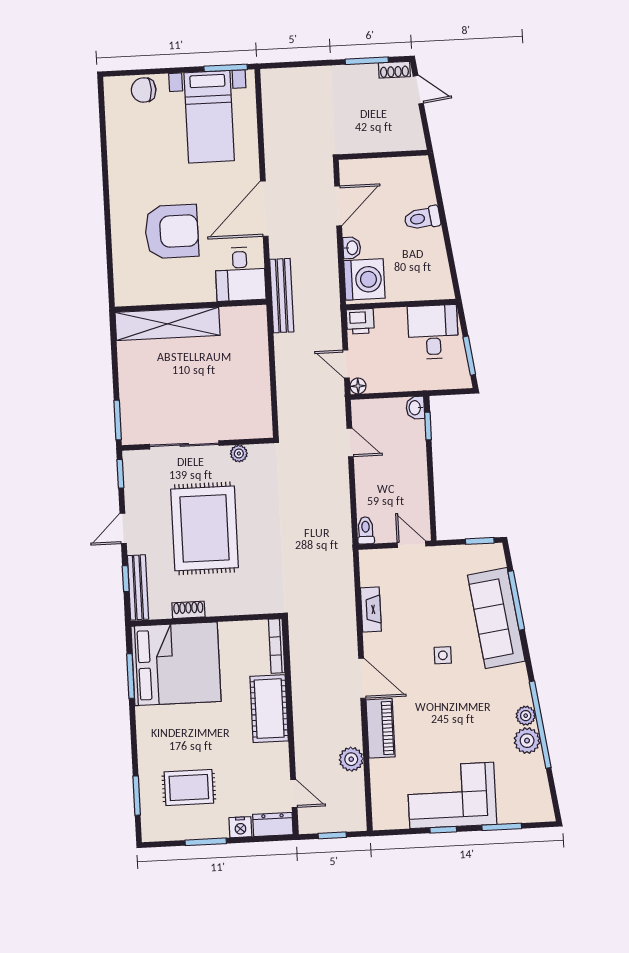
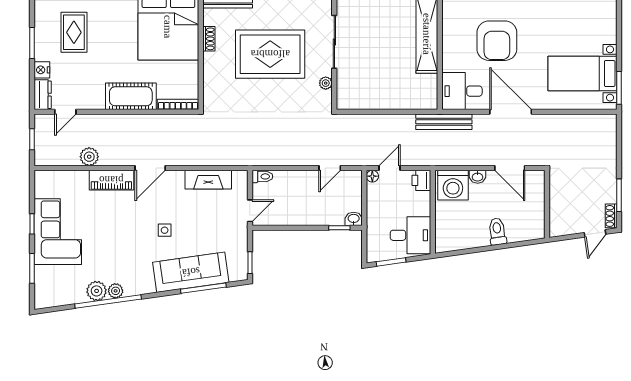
chair: (144, 90) -> (605, 25), removed
fireplace: (371, 610) -> (208, 180), width x1.37, depth x1.32

